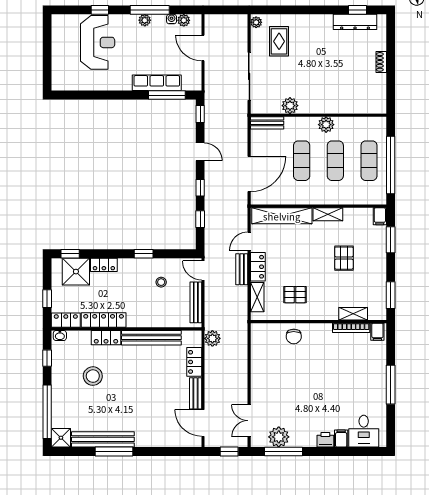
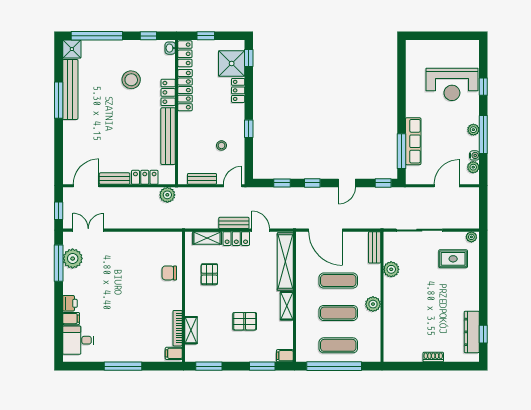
bench: (196, 302) -> (202, 179), width x0.73

